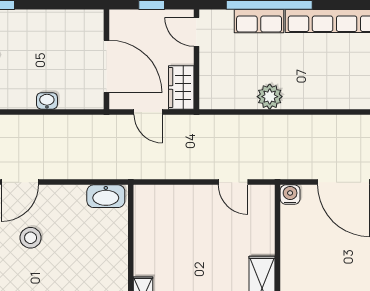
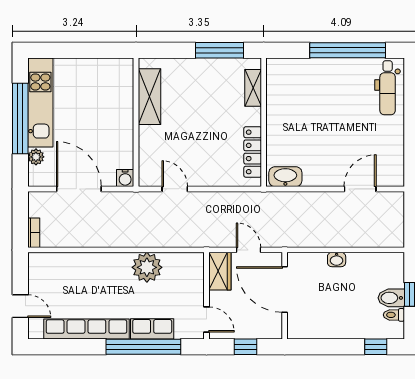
plant: (270, 97) -> (147, 267), width x1.36, depth x1.36
locker: (143, 225) -> (253, 152), added
stool: (31, 238) -> (351, 141), removed

